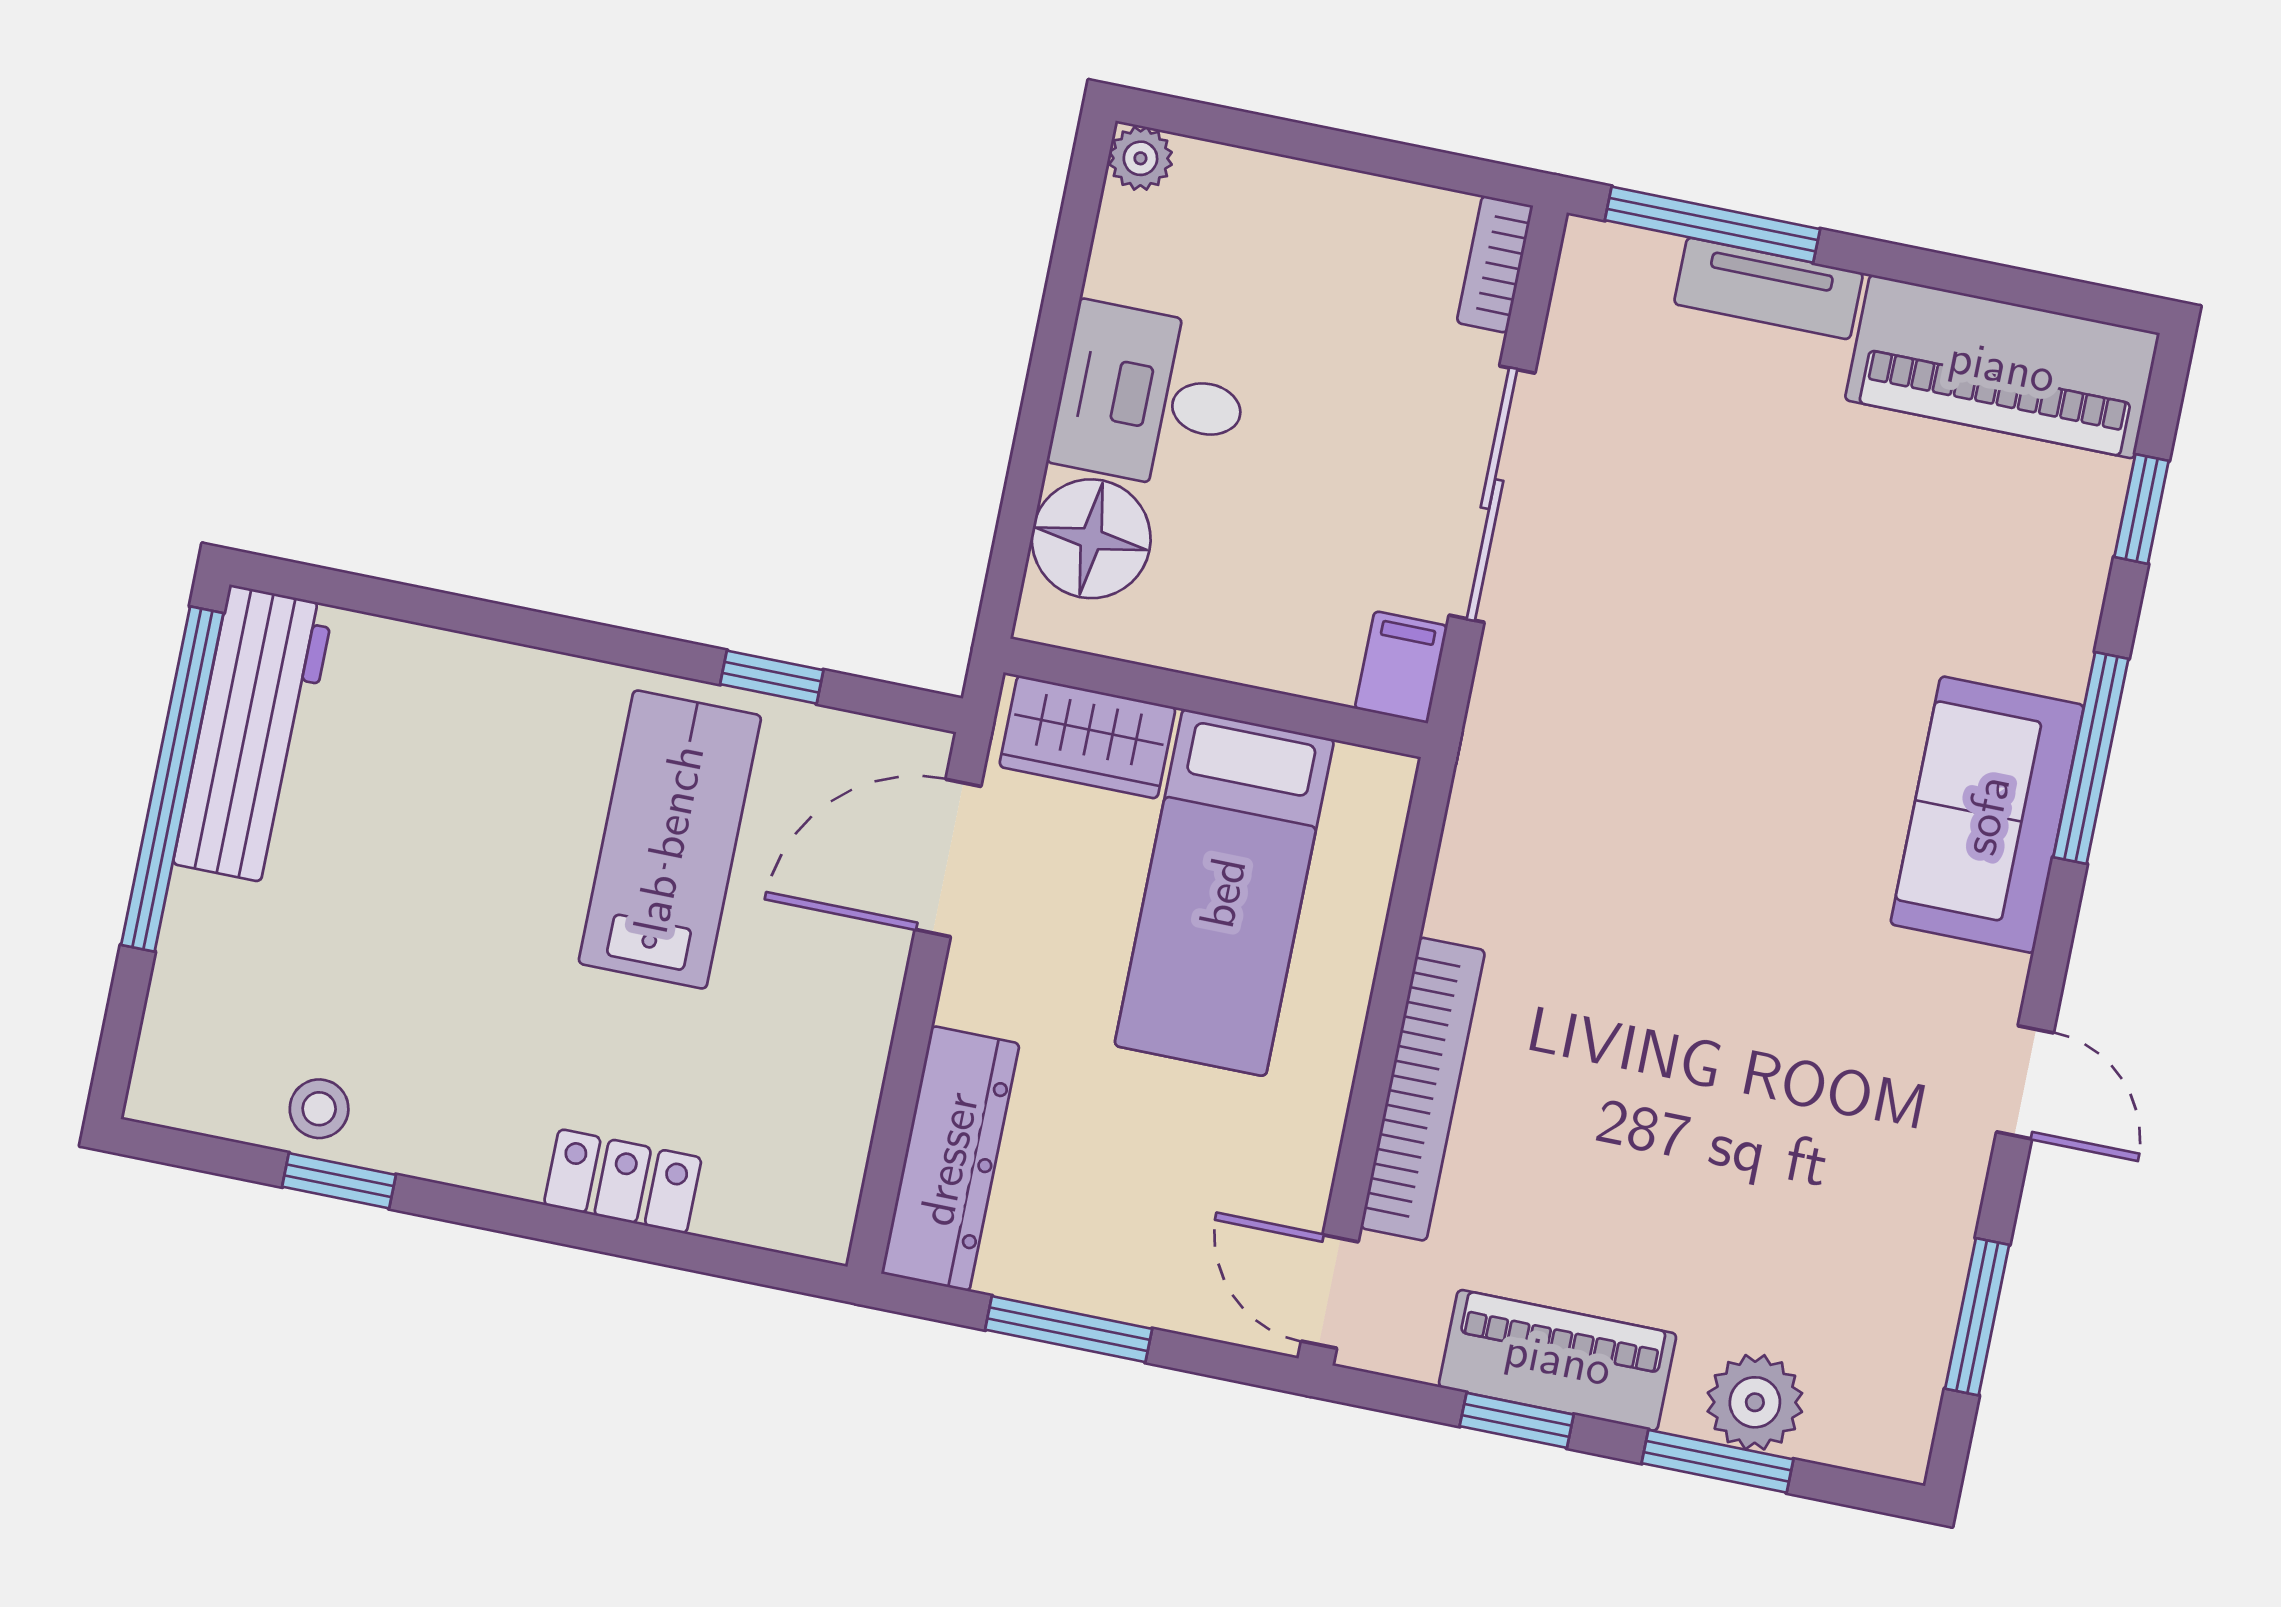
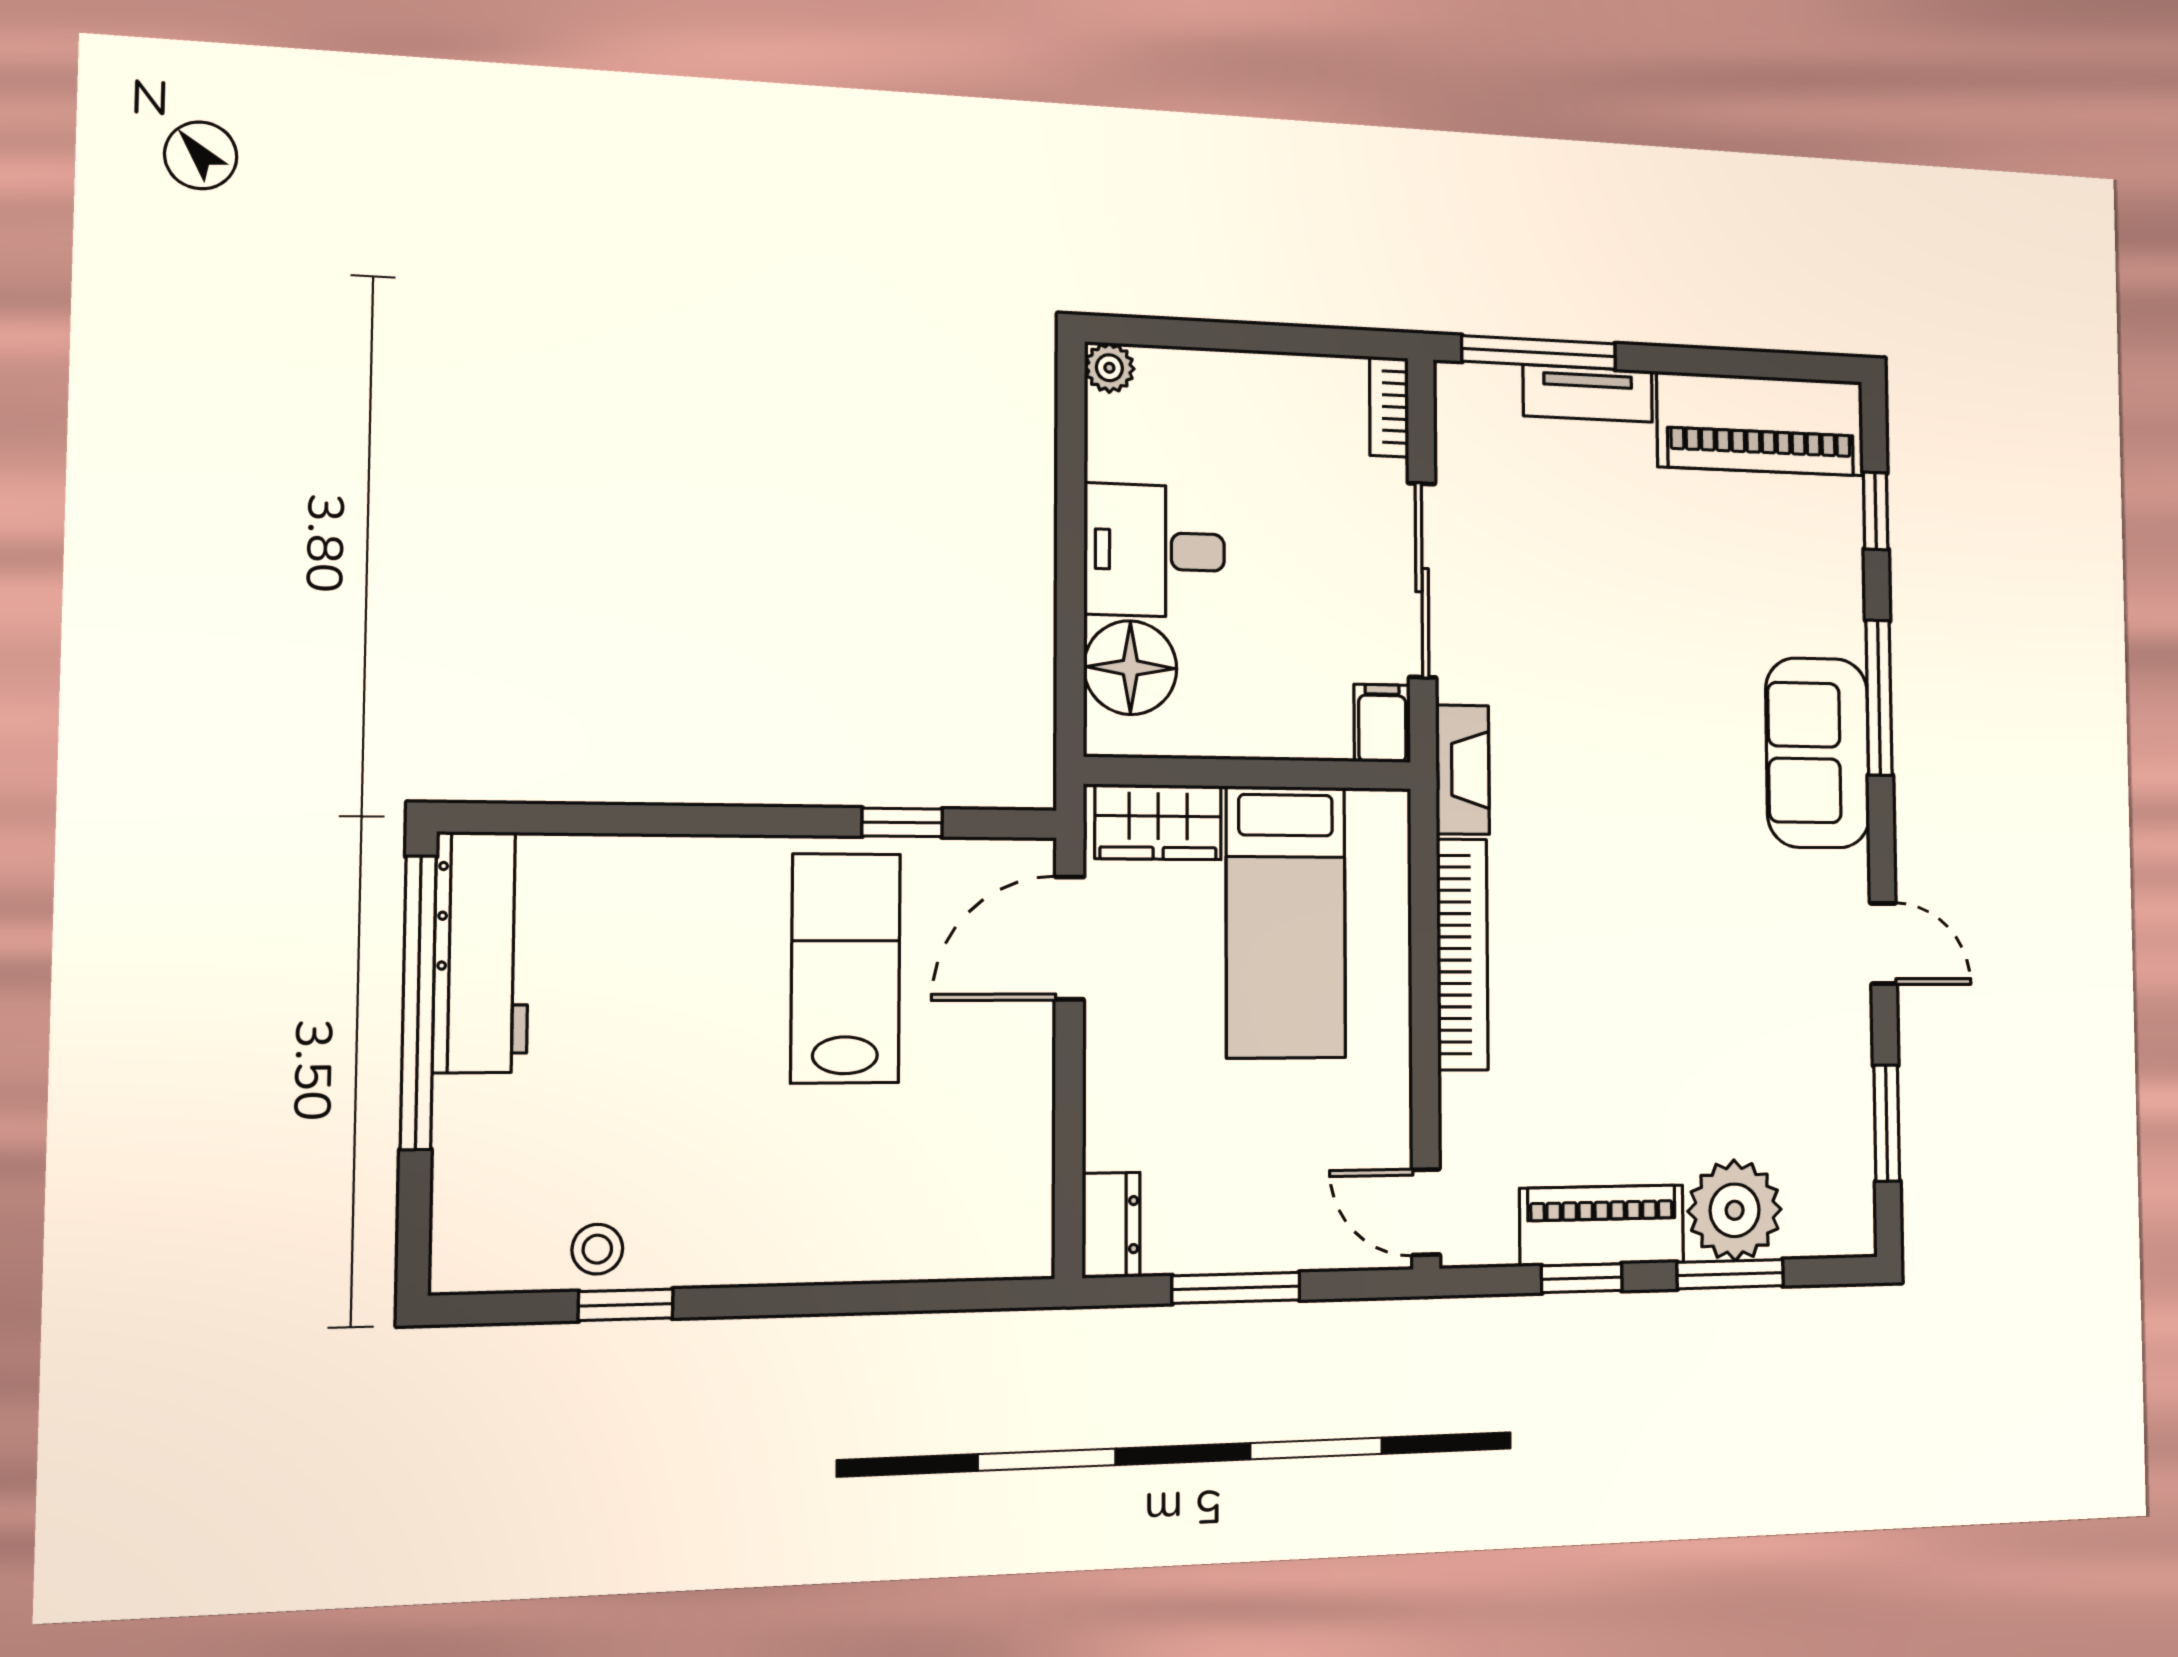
fireplace: (1495, 746) -> (1462, 770), added
bookcase: (1423, 1089) -> (1462, 954), moved
dresser: (950, 1159) -> (1111, 1225), width x0.51, depth x0.80
locker: (623, 1181) -> (861, 1252), removed
plant: (1755, 1402) -> (1735, 1210), width x1.36, depth x1.36

